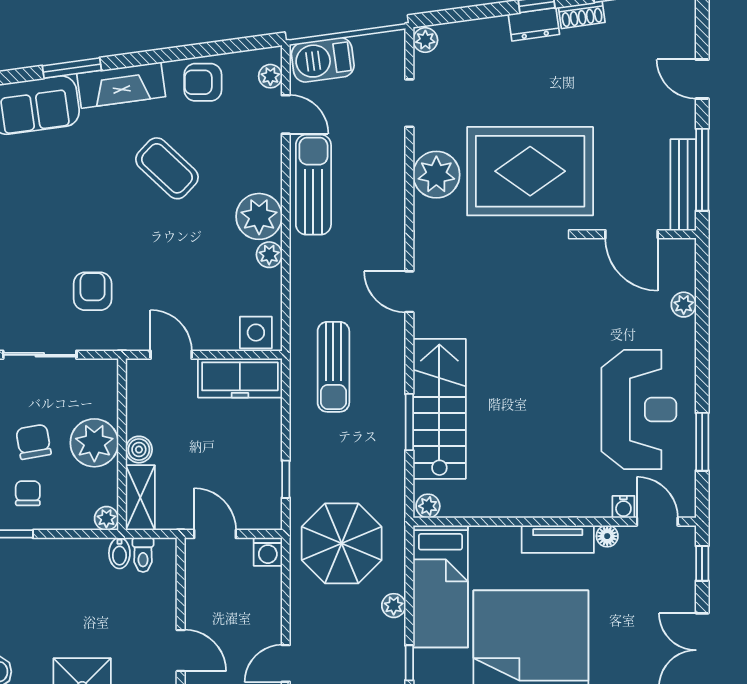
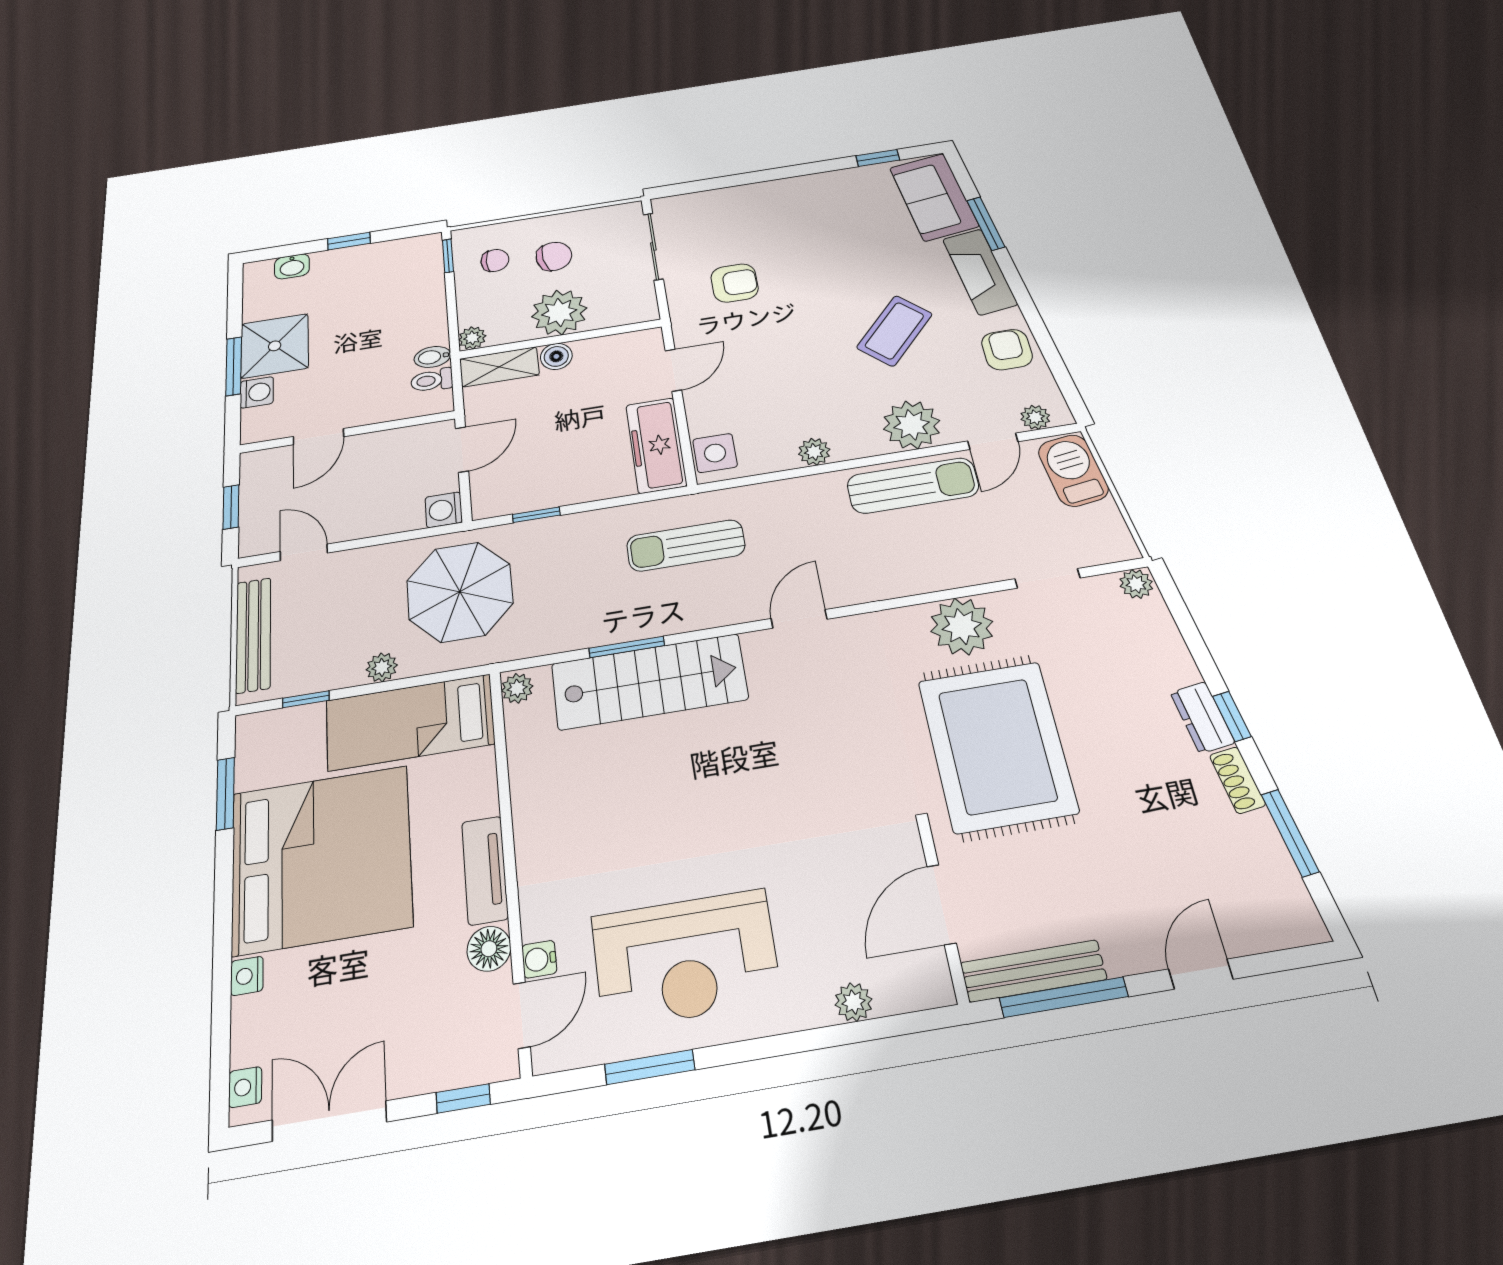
plant: (259, 216) -> (912, 425), moved
floor lamp: (607, 536) -> (489, 949), width x1.37, depth x1.37

